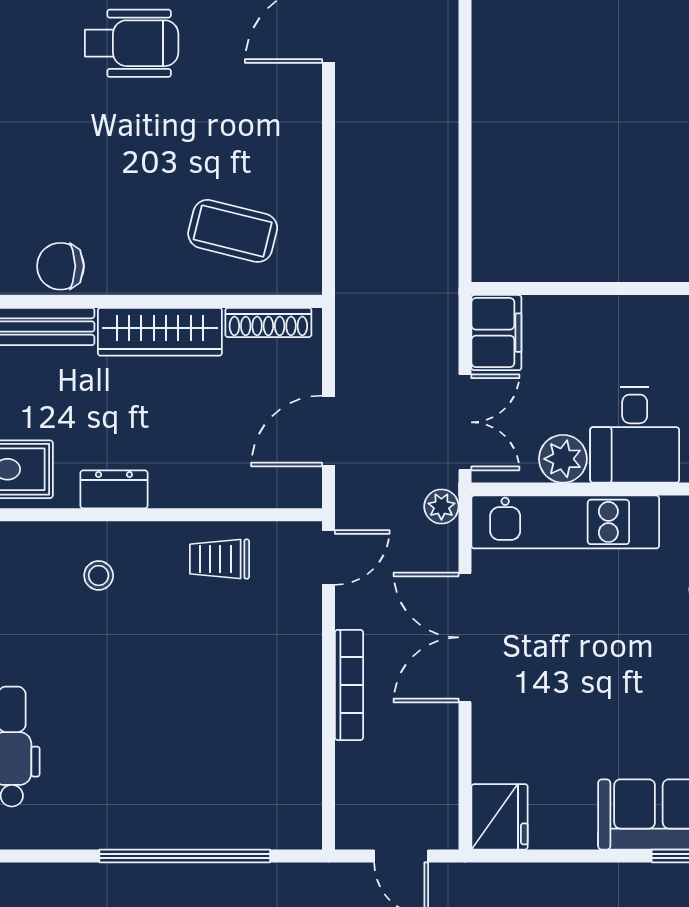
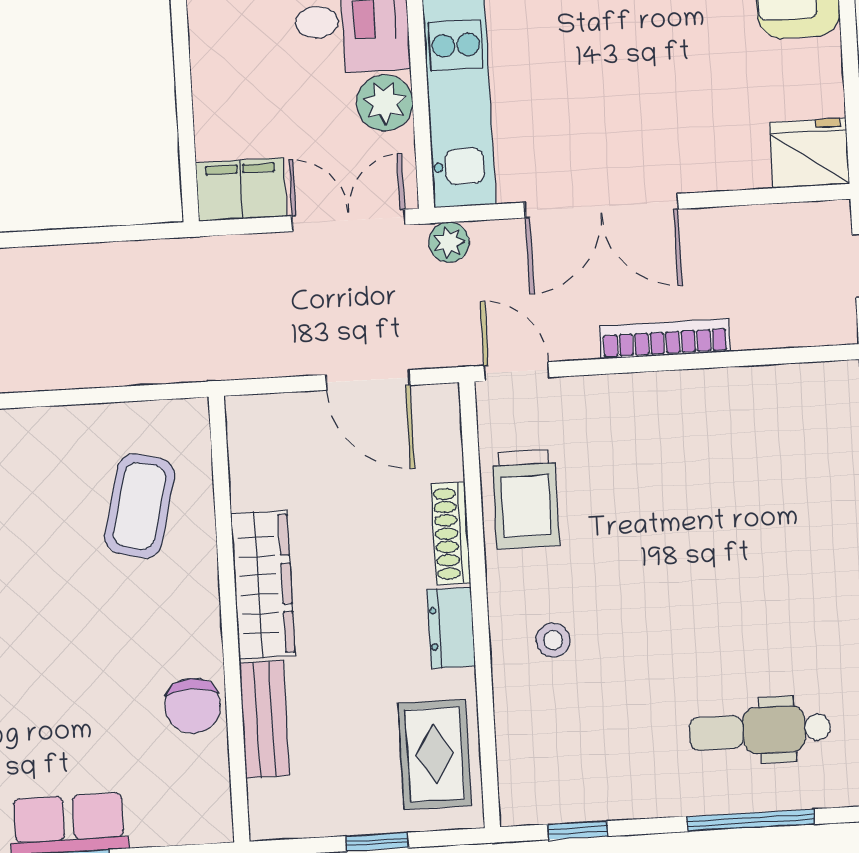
shoe rack: (268, 322) -> (451, 533), moved, turned 180
trolley: (219, 559) -> (526, 499), width x1.36, depth x1.39

